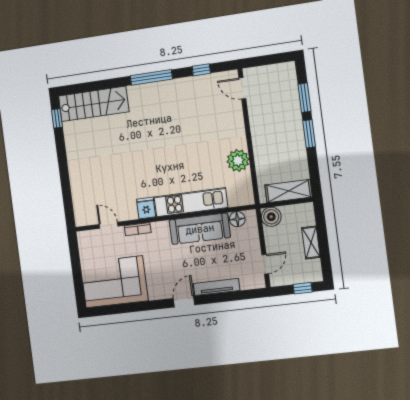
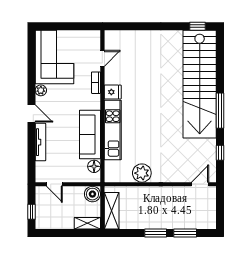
stairs: (94, 104) -> (200, 84), width x1.86, depth x1.51
shelving: (311, 242) -> (87, 223), moved
plant: (155, 293) -> (41, 90), added

